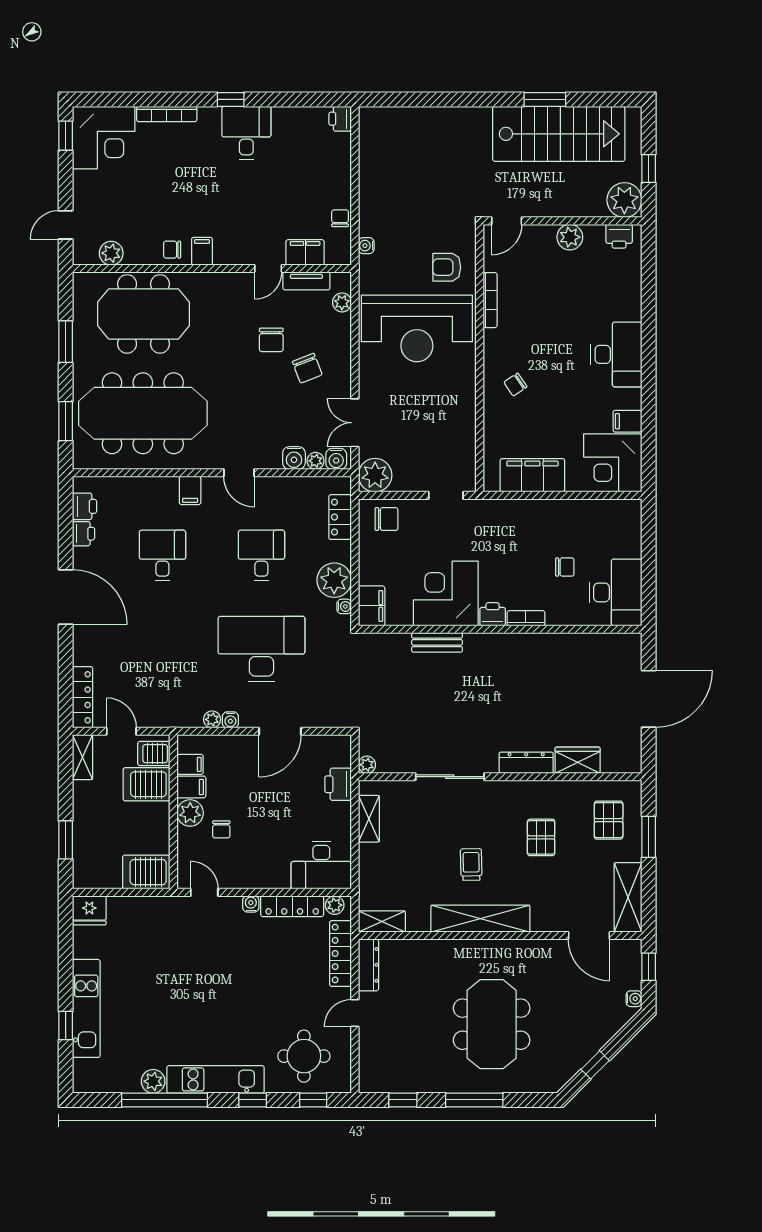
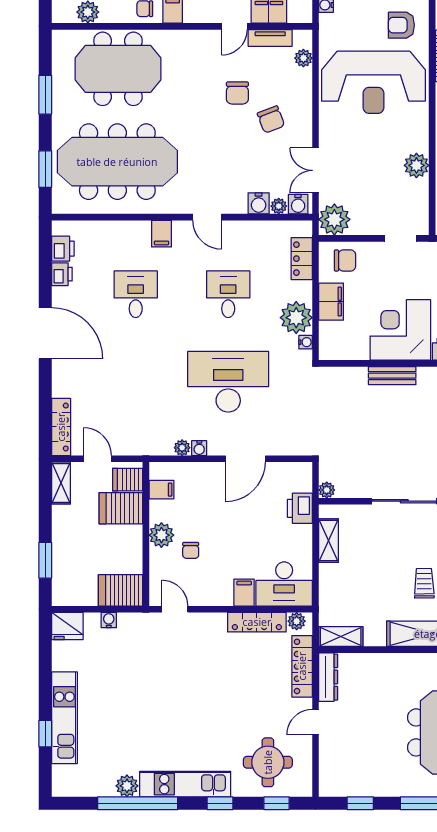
plant: (463, 417) -> (416, 165), added
filing cabinet: (372, 606) -> (331, 302), moved
filing cabinet: (191, 787) -> (244, 593), moved, turned -90
water cooler: (251, 904) -> (109, 620), moved

